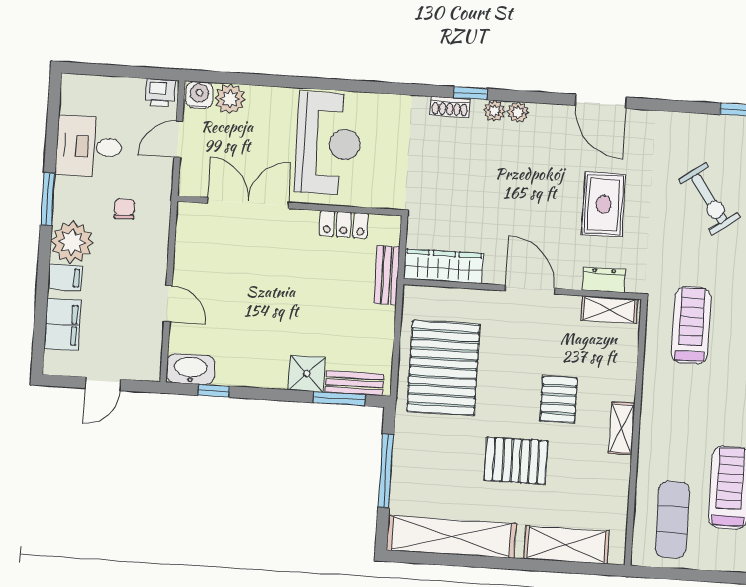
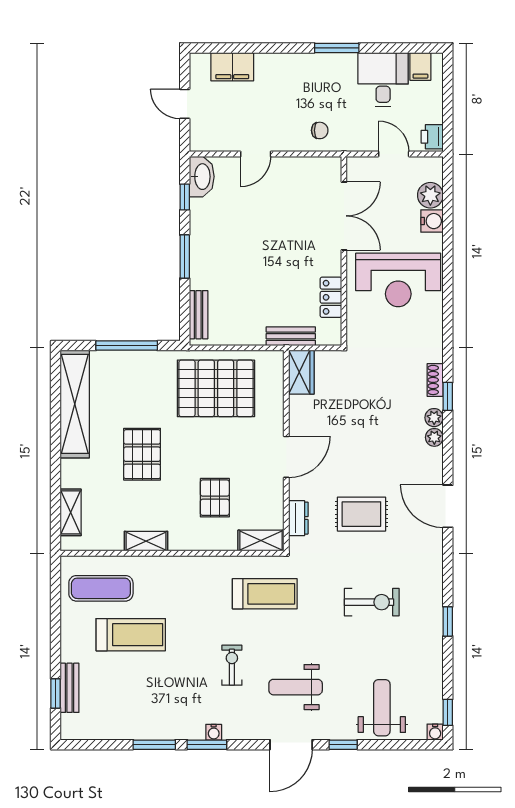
water cooler: (199, 95) -> (432, 221), moved
door: (601, 101) -> (448, 506), hinge flipped
exercise bike: (709, 199) -> (372, 602), turned -145
chair: (124, 209) -> (320, 130), moved
plant: (72, 242) -> (302, 70), removed
wardrobe: (443, 266) -> (301, 372), width x0.67
filing cabinet: (65, 278) -> (420, 66), moved
shelving: (609, 310) -> (261, 541), moved, turned 90
shower: (307, 374) -> (204, 274), removed
window: (339, 399) -> (185, 257), moved
pallet: (559, 399) -> (215, 498), moved, turned 90
shelving: (622, 428) -> (146, 541), moved
shelving: (566, 545) -> (71, 512), width x0.67, depth x0.75

